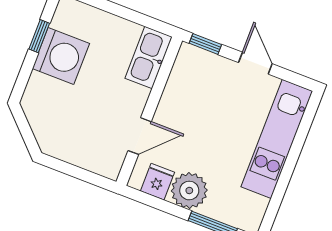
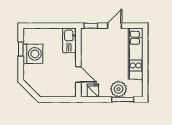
door: (255, 63) -> (115, 26), hinge flipped
door: (140, 136) -> (78, 74), hinge flipped
plant: (189, 191) -> (119, 89), moved

